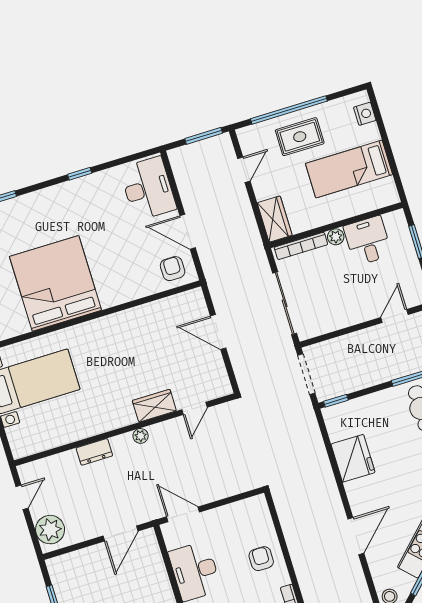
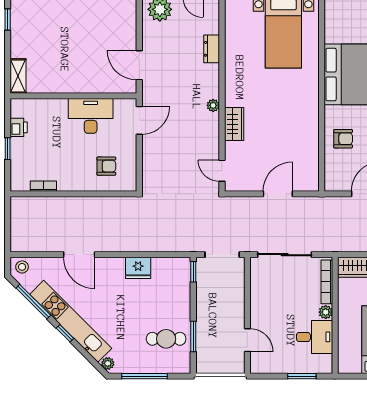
armchair: (173, 269) -> (343, 139), moved
door: (194, 408) -> (222, 171), moved
dresser: (94, 452) -> (212, 49), moved
fridge: (353, 458) -> (138, 268), width x0.73, depth x0.75
armchair: (261, 559) -> (106, 166), moved

